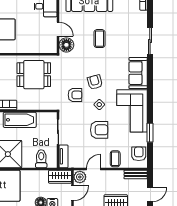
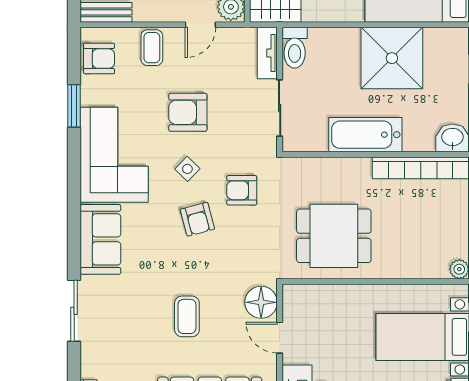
armchair: (139, 154) -> (99, 59), turned -90
toilet: (41, 159) -> (295, 48), moved

